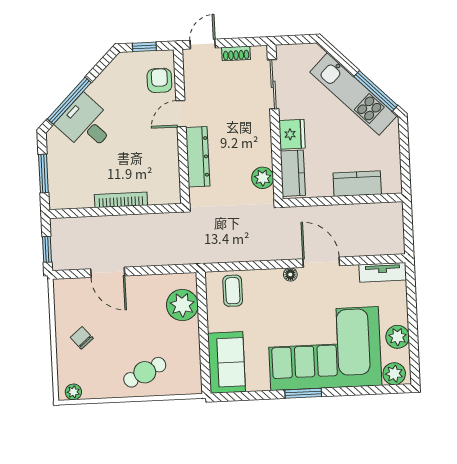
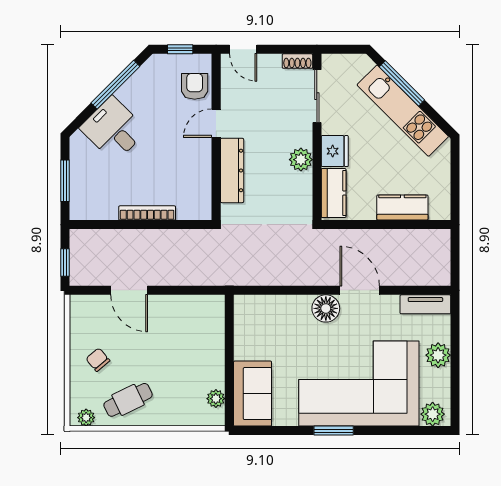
door: (203, 44) -> (243, 49), swing flipped
shoe rack: (236, 53) -> (297, 61), moved
window: (376, 91) -> (402, 83), moved
window: (69, 101) -> (115, 85), moved
plant: (263, 178) -> (301, 160), moved
floor lamp: (290, 274) -> (326, 308), width x1.89, depth x1.89
coffee table: (233, 291) -> (263, 317), removed
plant: (182, 305) -> (216, 399), moved, width x0.53, depth x0.53
plant: (397, 337) -> (438, 355), moved
cafe table: (145, 372) -> (128, 400), moved

